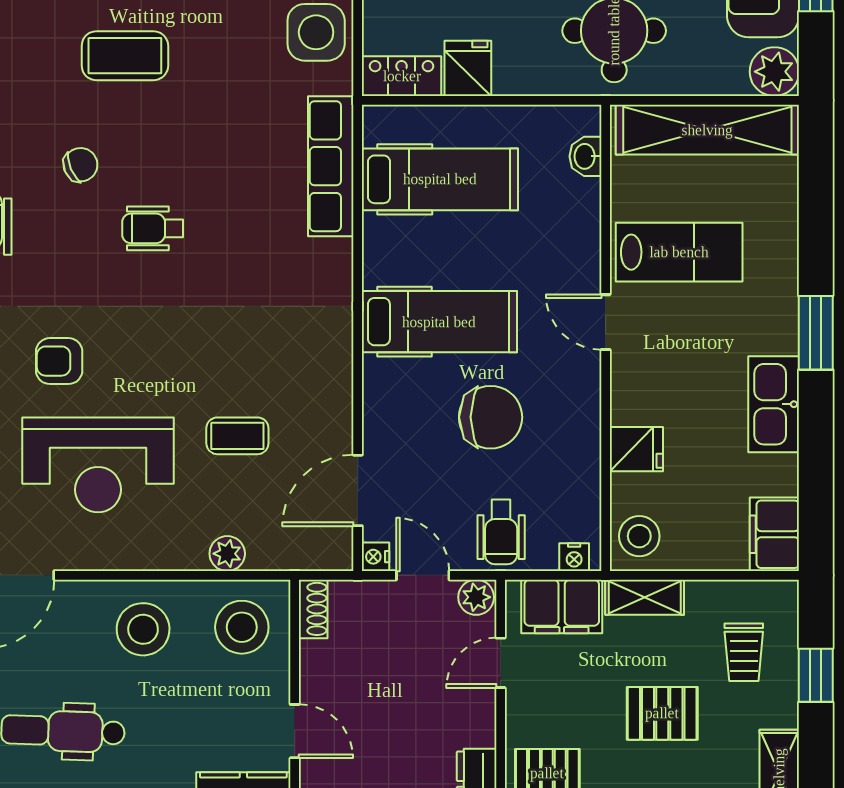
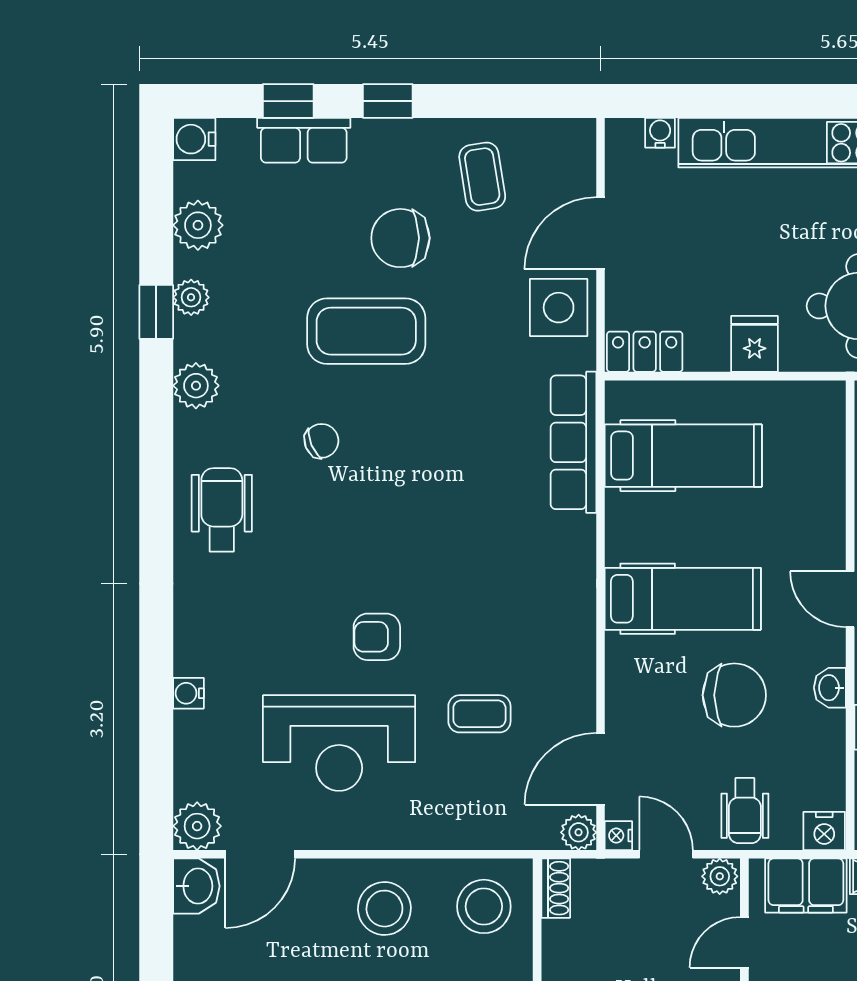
coffee table: (125, 56) -> (366, 331), width x1.36, depth x1.32
fridge: (468, 68) -> (755, 344), moved
washbasin: (586, 156) -> (830, 688), moved
wheelchair: (153, 228) -> (394, 505), removed
armchair: (59, 361) -> (377, 637), moved
plant: (227, 554) -> (579, 832), moved
nightstand: (574, 557) -> (824, 831), width x1.39, depth x1.35

